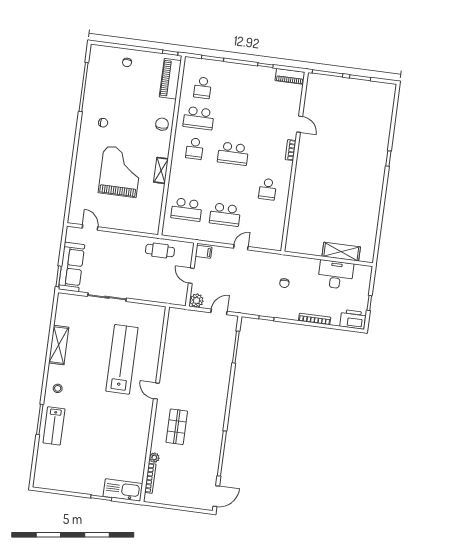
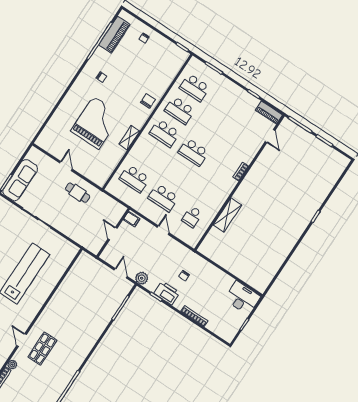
piano: (170, 79) -> (114, 35), moved, turned 180
school desk: (203, 88) -> (195, 88), width x1.85
door: (300, 124) -> (270, 136), moved
school desk: (195, 149) -> (165, 133), width x1.85
school desk: (268, 189) -> (192, 217), moved
door: (90, 227) -> (66, 166), moved
door: (241, 247) -> (163, 230), hinge flipped
cafe table: (160, 251) -> (78, 193), moved
shelving: (341, 252) -> (227, 215), moved, turned 90
desk: (336, 275) -> (242, 298), moved
plant: (197, 300) -> (142, 278), moved
door: (219, 312) -> (121, 273), hinge flipped
printer: (353, 319) -> (167, 293), moved
door: (156, 391) -> (21, 340), moved

